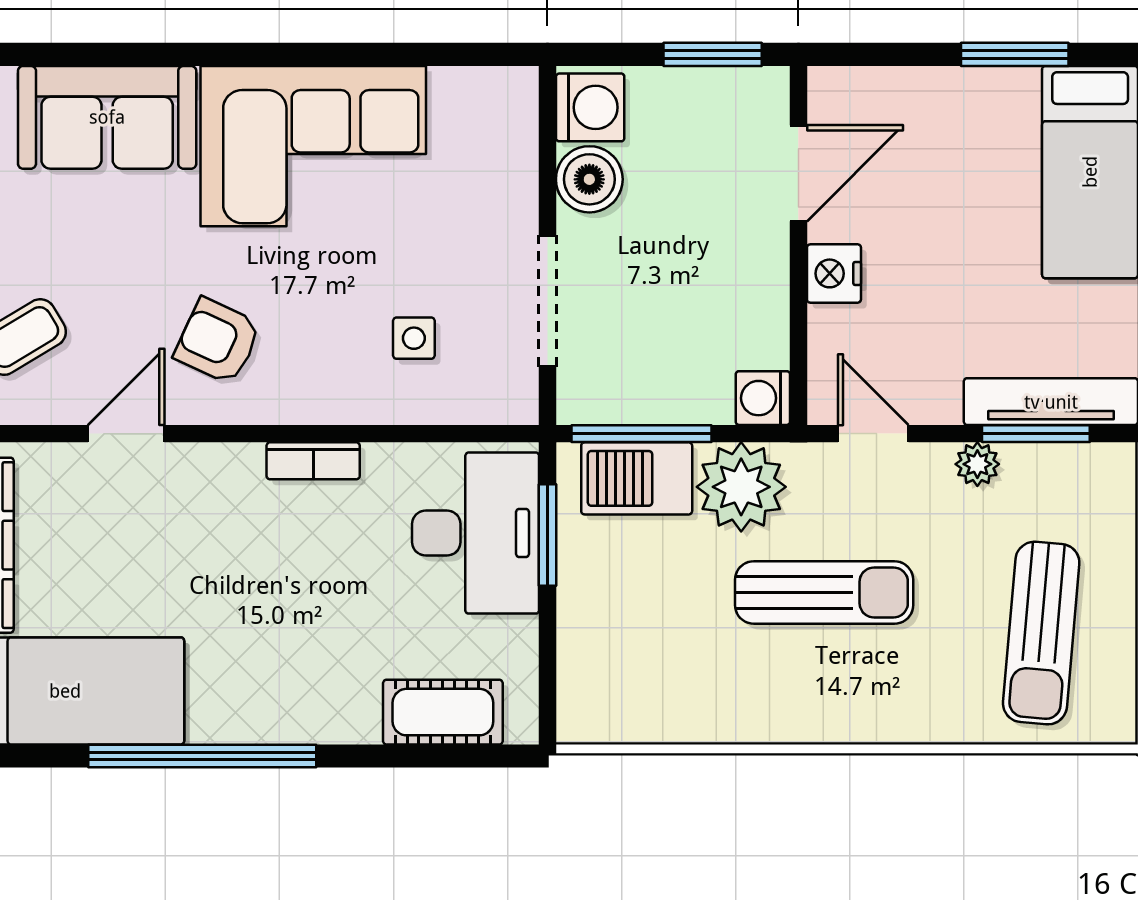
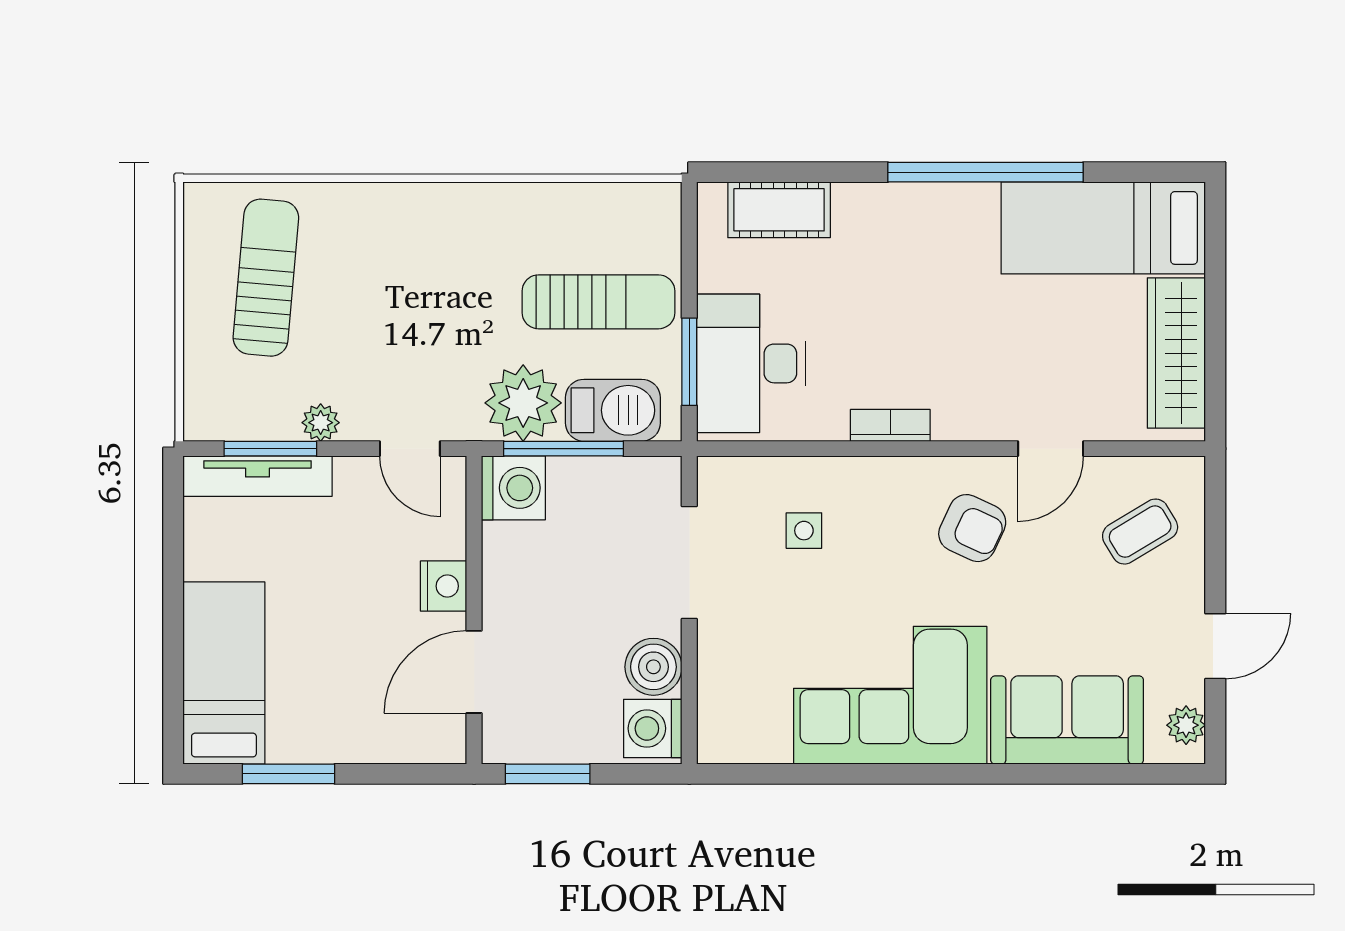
washing machine: (763, 398) -> (513, 488), width x1.38, depth x1.38
window: (642, 434) -> (563, 449), moved
sun lounger: (824, 592) -> (598, 302), moved, turned 180

